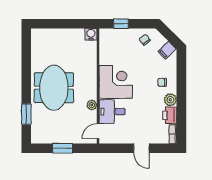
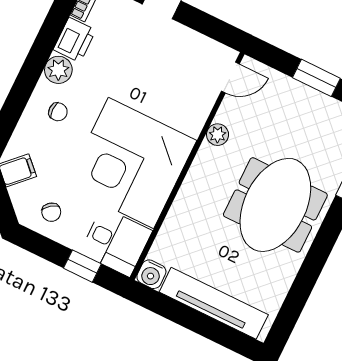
tv unit: (59, 35) -> (214, 303), added
corner desk: (116, 82) -> (131, 163), width x1.36, depth x1.36
desk: (112, 112) -> (116, 242), moved

